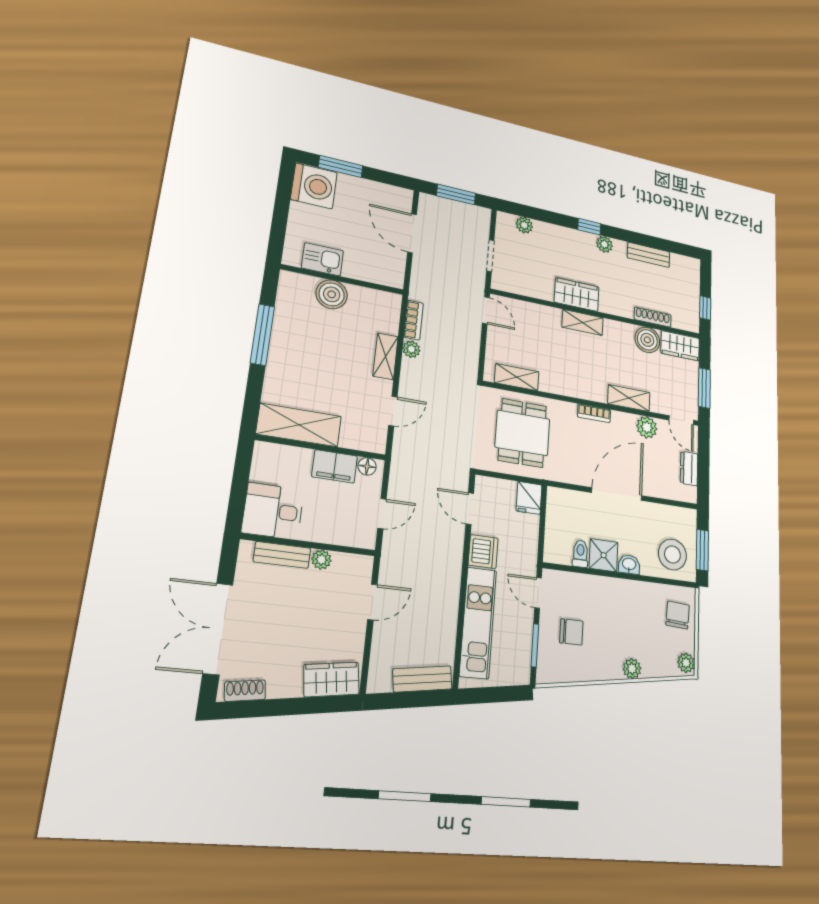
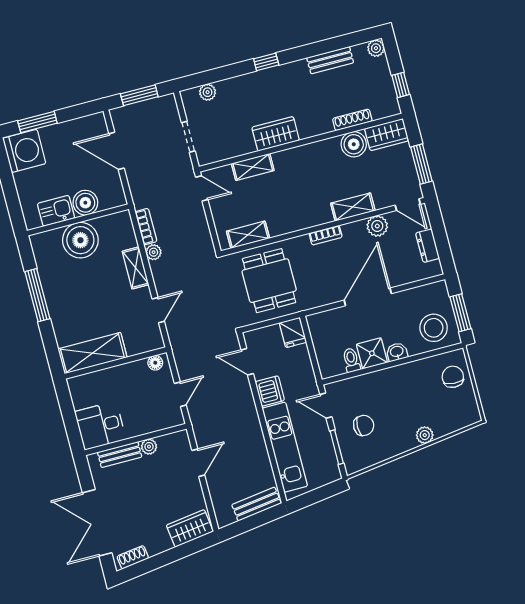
plant: (604, 244) -> (376, 48), moved
boiler: (358, 266) -> (85, 203), added
boiler: (332, 294) -> (80, 240), width x1.37, depth x1.37
shelving: (583, 322) -> (253, 167), moved
filing cabinet: (335, 466) -> (131, 373), removed
plant: (686, 663) -> (472, 413), removed

